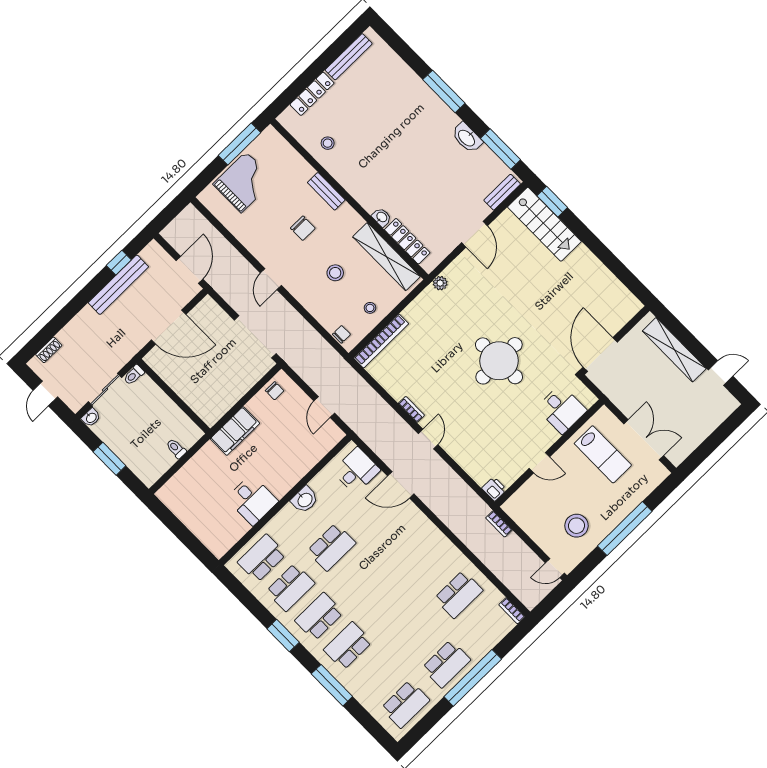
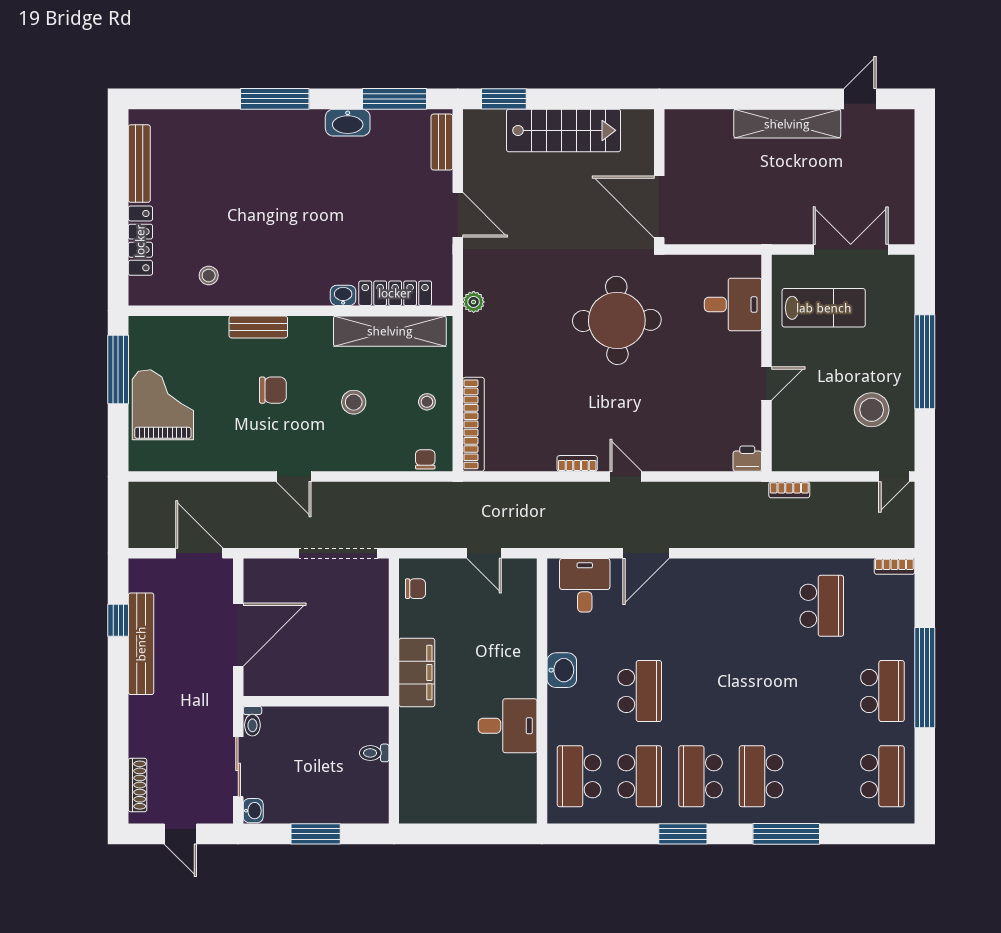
stairs: (544, 224) -> (564, 130), moved
wall: (615, 340) -> (659, 177), moved
shoe rack: (49, 350) -> (138, 785), width x1.43
door: (600, 355) -> (659, 207), moved

